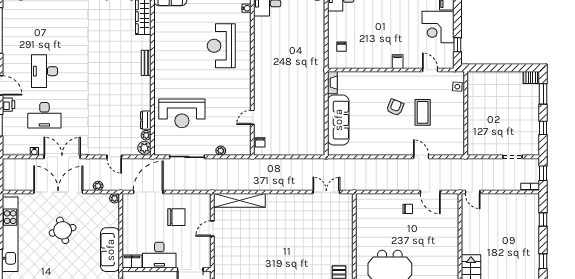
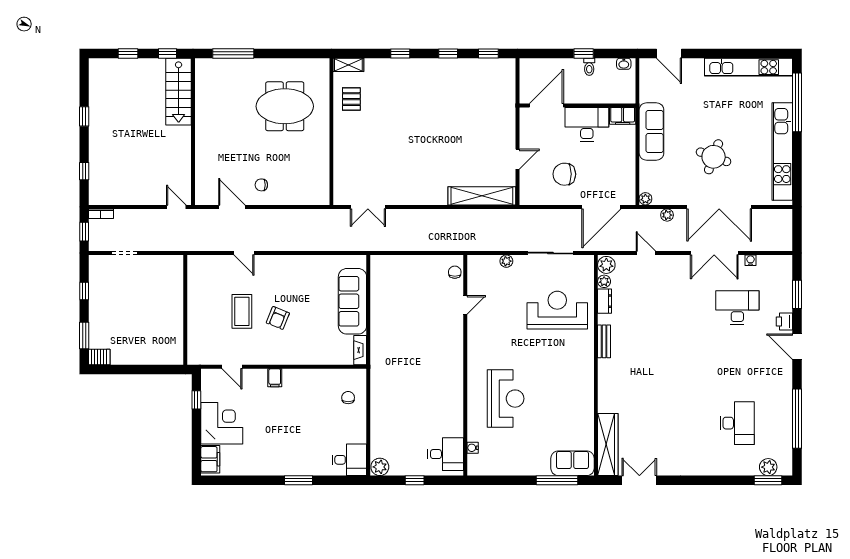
bench: (146, 63) -> (604, 341), moved
desk: (44, 71) -> (737, 423), moved
side table: (457, 87) -> (196, 345), removed
round table: (63, 230) -> (714, 157), turned 35

